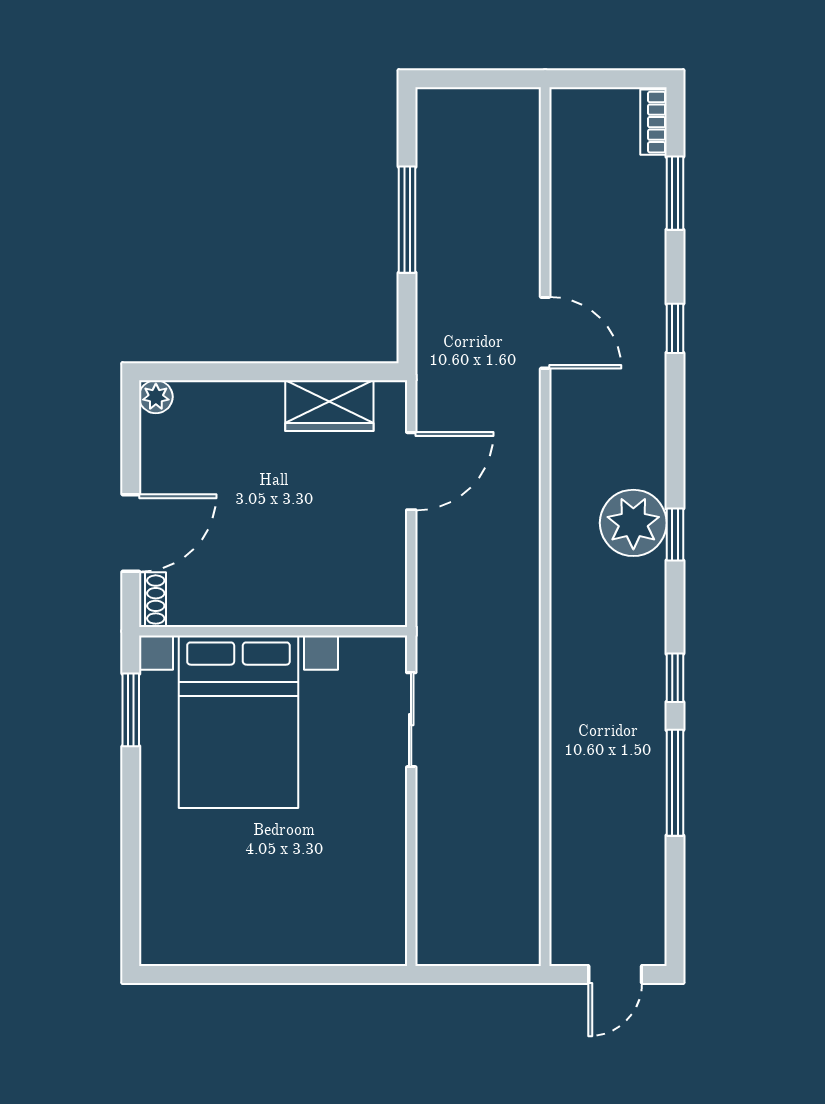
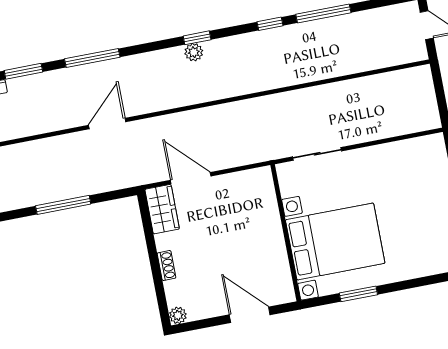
window: (675, 328) -> (92, 58), width x2.17
wardrobe: (329, 406) -> (162, 209), moved
plant: (633, 523) -> (194, 52), width x0.53, depth x0.53
shoe rack: (153, 600) -> (167, 265), moved, turned 90
window: (131, 710) -> (358, 294), moved

